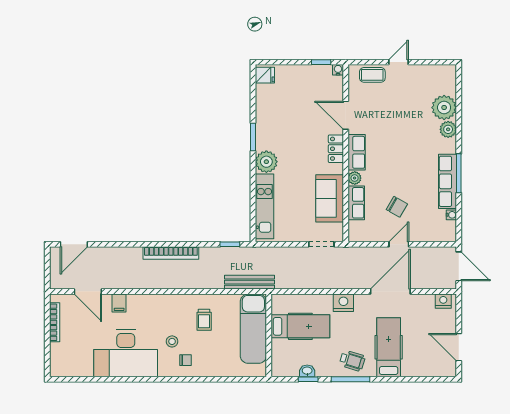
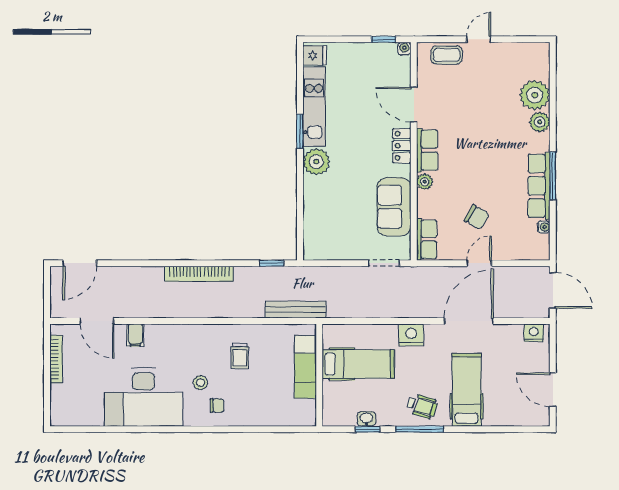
row of seats: (356, 203) -> (427, 239), moved
kitchen unit: (265, 206) -> (314, 107), moved
exam couch: (253, 329) -> (305, 367), width x0.73, depth x0.69

